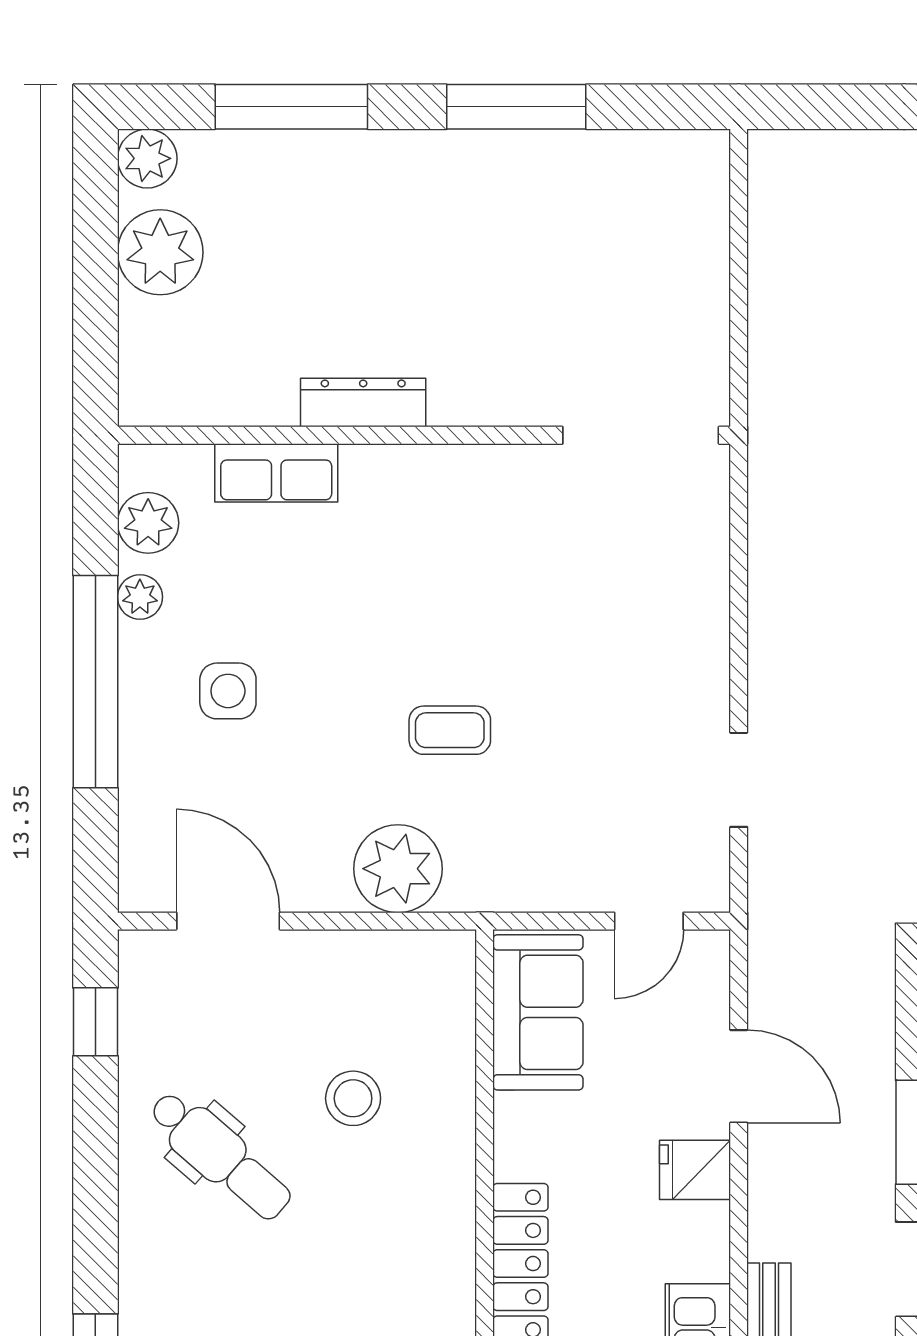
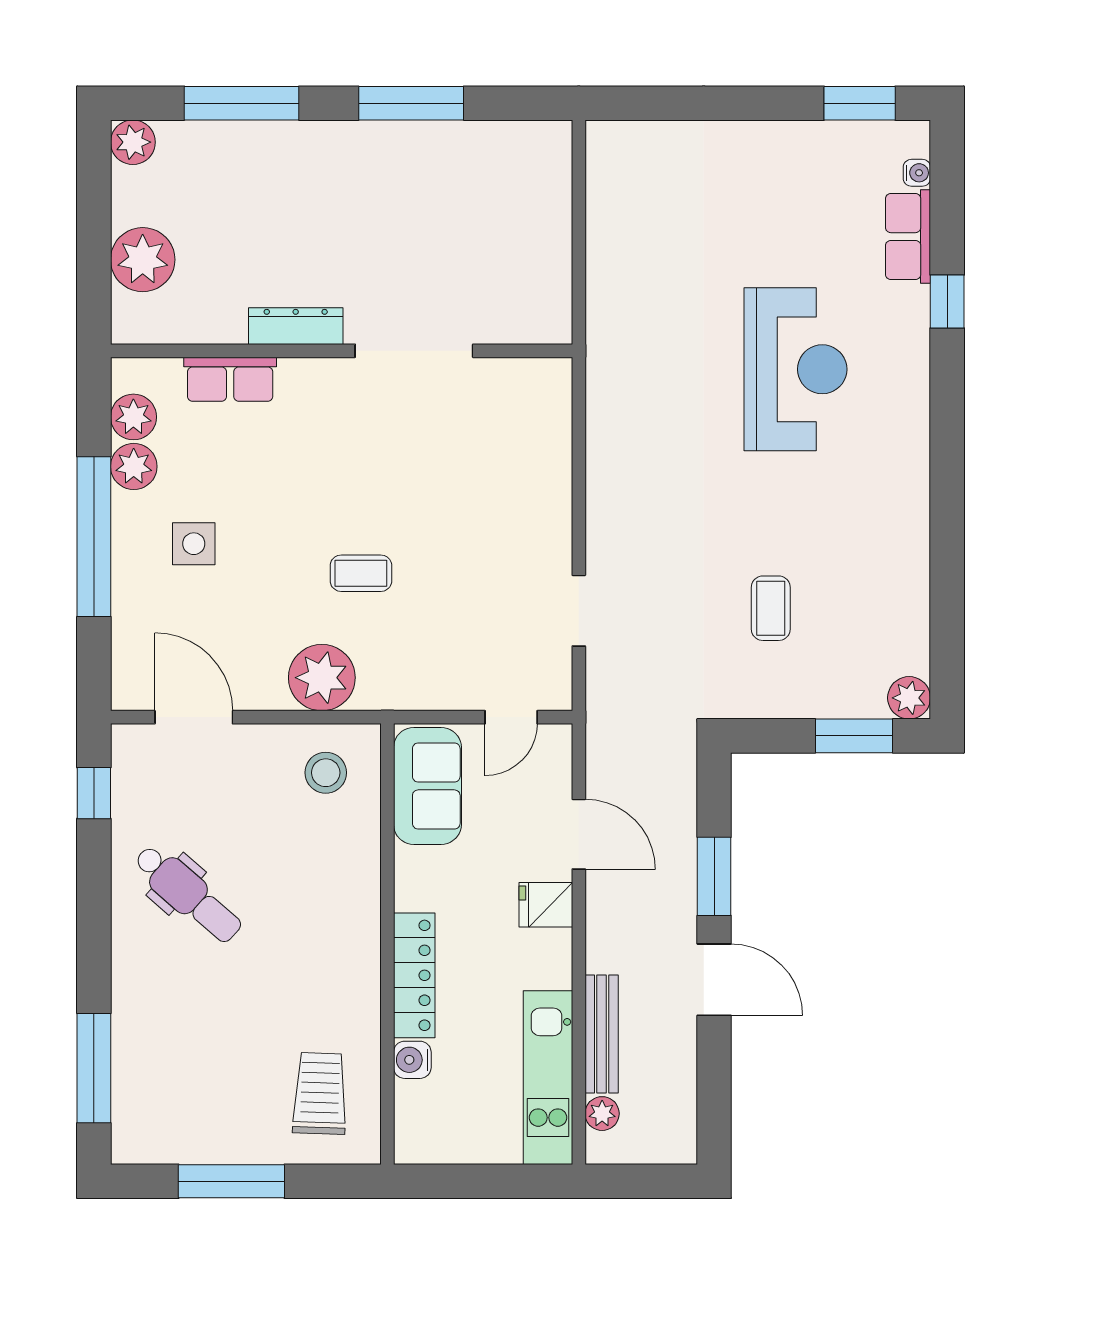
plant: (160, 252) -> (143, 260), moved
doorway: (641, 435) -> (414, 351), moved
plant: (140, 597) -> (134, 466), width x1.38, depth x1.38
stool: (353, 1098) -> (326, 773), moved

